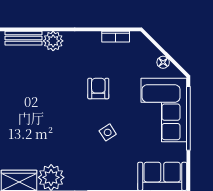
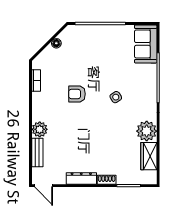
corner sofa: (164, 110) -> (94, 43), removed
side table: (108, 132) -> (116, 97), moved

